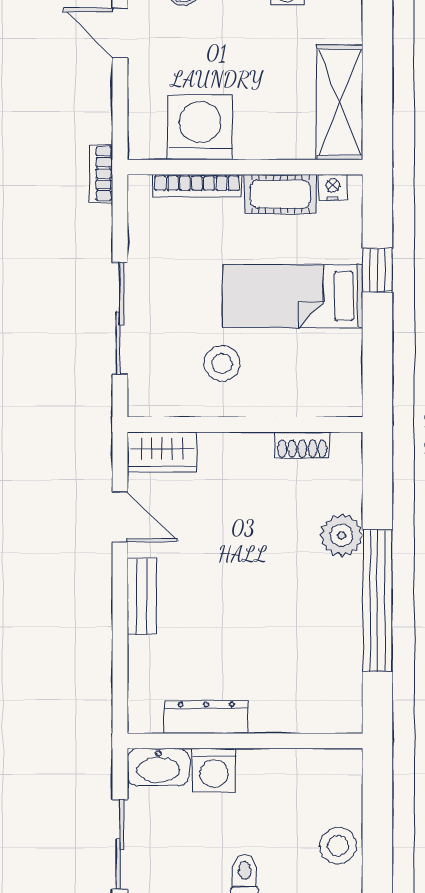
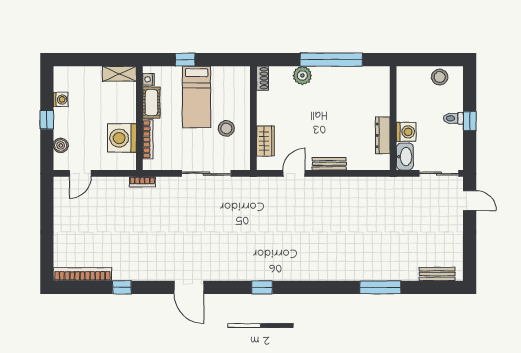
shelving: (340, 102) -> (119, 74), width x0.67, depth x0.75
shoe rack: (302, 445) -> (262, 78), moved
wardrobe: (162, 452) -> (265, 141), moved

